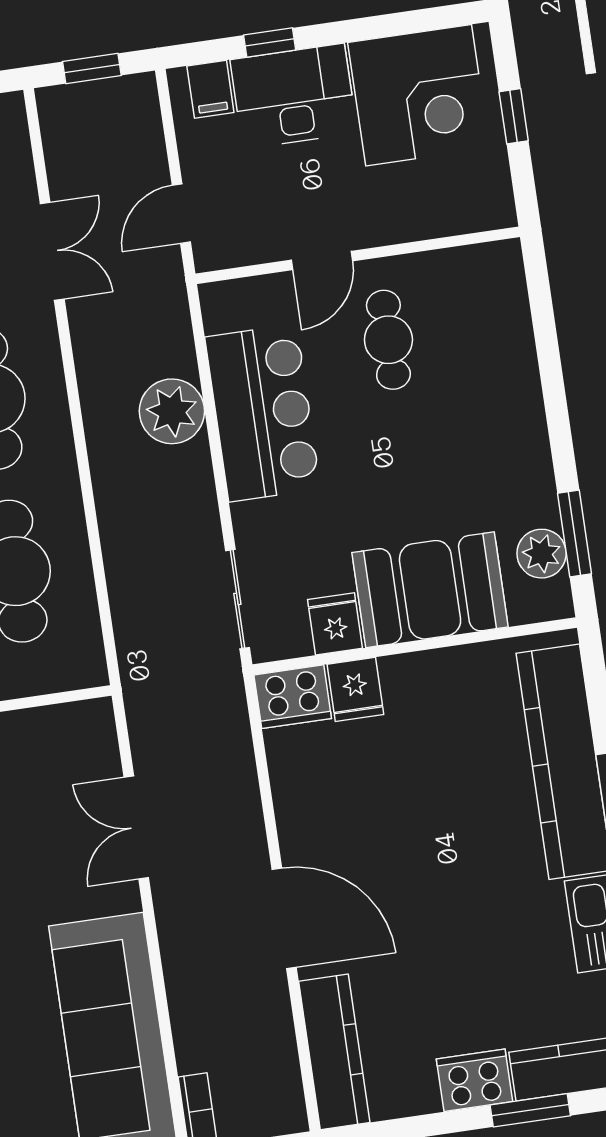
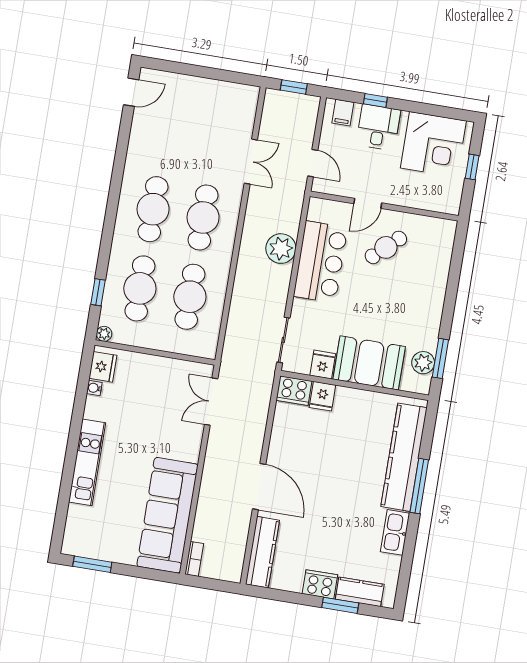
desk: (294, 96) -> (378, 127), width x0.73
door: (181, 214) -> (313, 163), swing flipped
cafe table: (388, 340) -> (386, 247), turned 47
double door: (136, 828) -> (211, 402), moved

